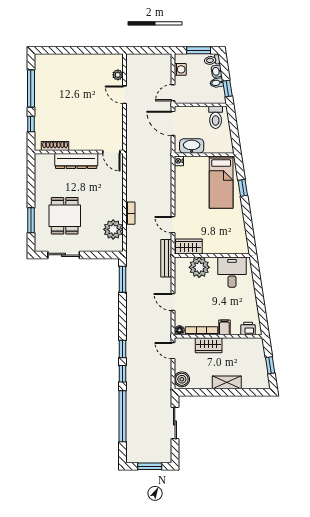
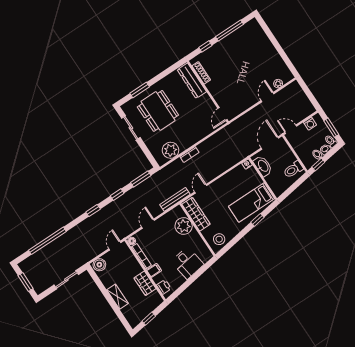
dresser: (76, 161) -> (192, 81), moved
dining table: (65, 216) -> (158, 111), width x1.38
stool: (237, 240) -> (219, 239), added
wardrobe: (189, 247) -> (196, 214), width x1.50
desk: (232, 272) -> (187, 263), moved, turned 81
wardrobe: (209, 345) -> (145, 283), moved
window: (122, 374) -> (117, 195), moved

